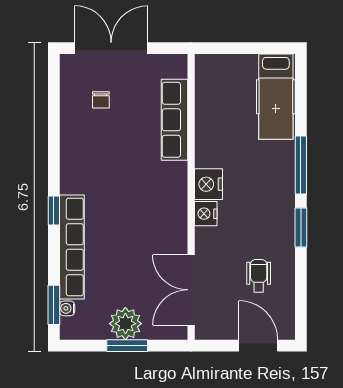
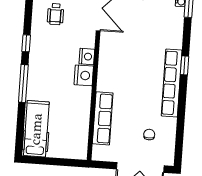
window: (301, 227) -> (26, 43), width x0.67
row of seats: (72, 247) -> (172, 83), moved

